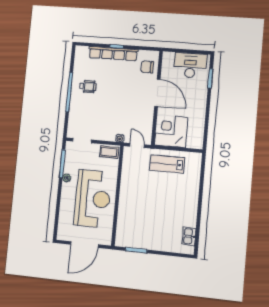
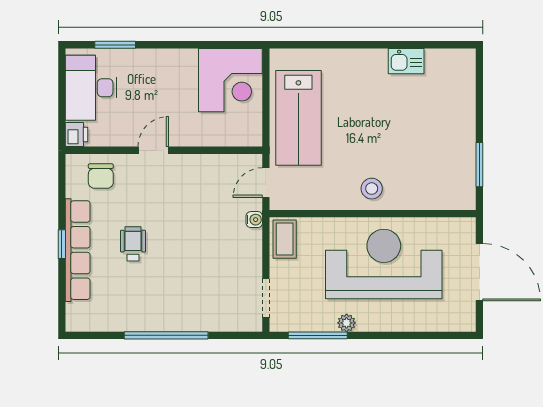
printer: (168, 57) -> (77, 135), added
wheelchair: (88, 87) -> (133, 244), moved
door: (157, 93) -> (153, 150), width x0.53
corner desk: (171, 131) -> (230, 80), moved, turned -90
lab bench: (167, 164) -> (298, 118), width x1.36, depth x1.39
stool: (129, 196) -> (372, 189), added
kitchen sink: (189, 236) -> (406, 61), moved

